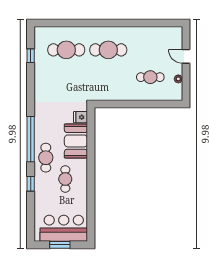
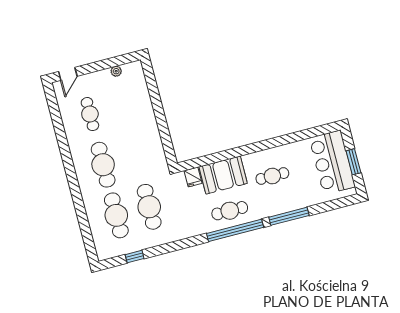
door: (186, 56) -> (68, 74), moved
cafe table: (66, 77) -> (149, 207), added
cafe table: (150, 77) -> (90, 114), moved
cafe table: (46, 158) -> (230, 211), moved
window: (31, 184) -> (289, 216), width x2.17

